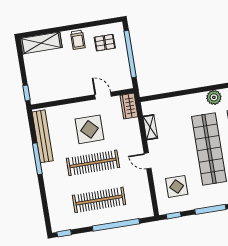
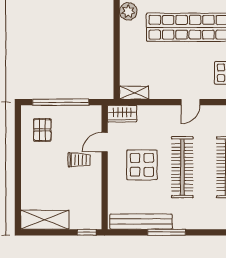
trolley: (78, 40) -> (79, 160), moved
shelving: (41, 43) -> (45, 220), moved, turned 90
shelving: (150, 127) -> (134, 93), moved

